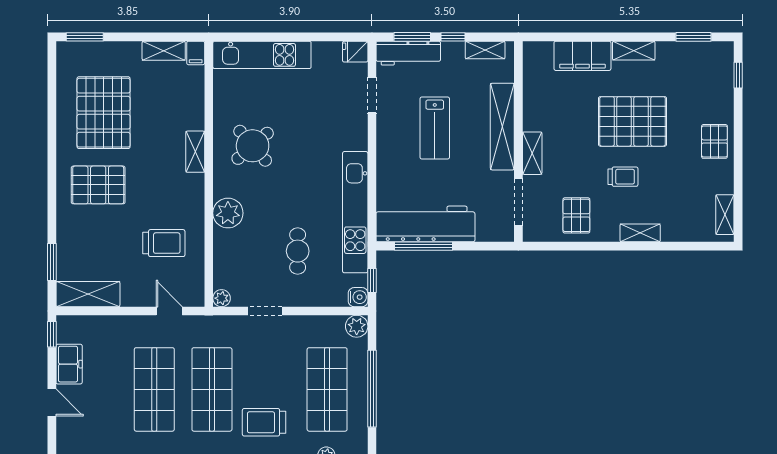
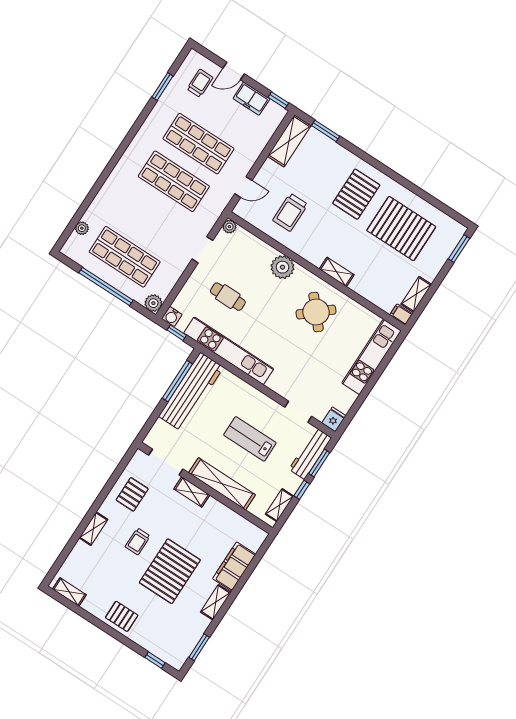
pallet: (576, 215) -> (132, 494), turned 90
trolley: (264, 422) -> (200, 83), moved, width x0.73, depth x0.72

